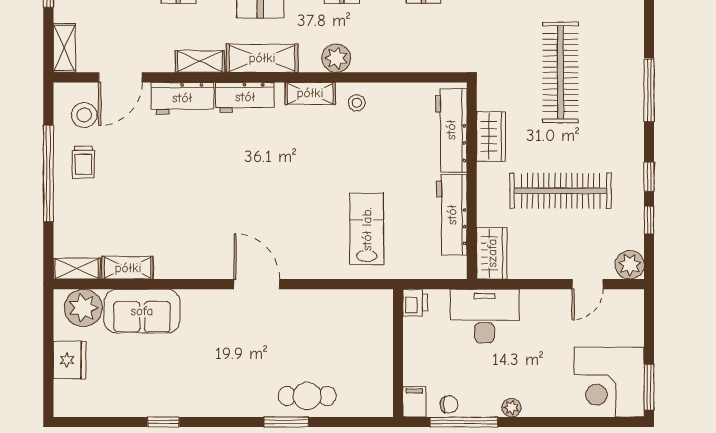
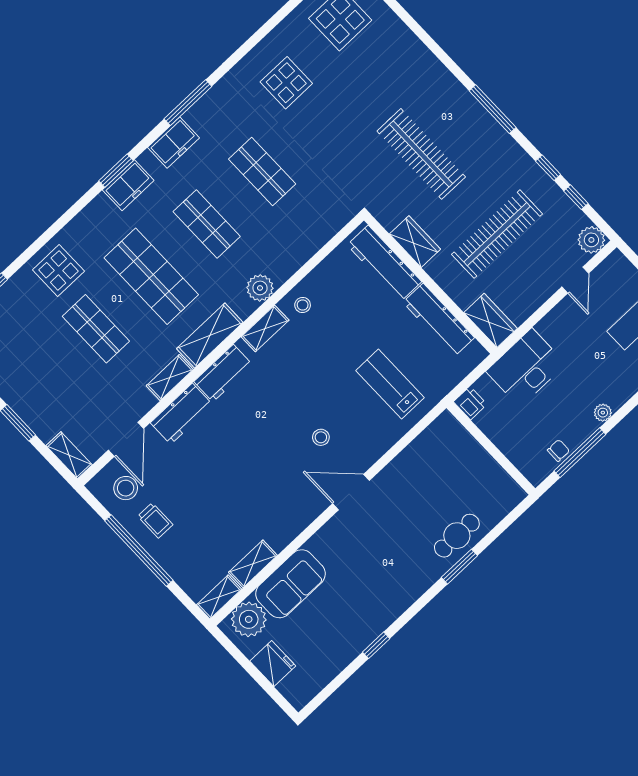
stool: (274, 219) -> (321, 437), added
filing cabinet: (414, 402) -> (533, 471), removed

